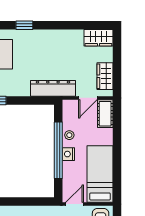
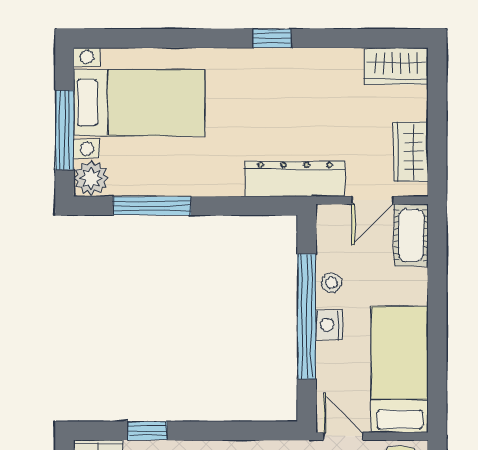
window: (24, 25) -> (272, 38), moved
door: (75, 204) -> (343, 436), hinge flipped

